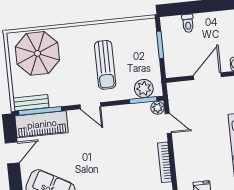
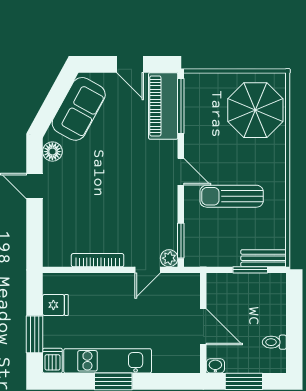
toilet: (188, 23) -> (274, 342), moved
plant: (144, 88) -> (196, 243), removed
bench: (31, 103) -> (264, 258), moved, turned 90
door: (90, 106) -> (181, 172), swing flipped

